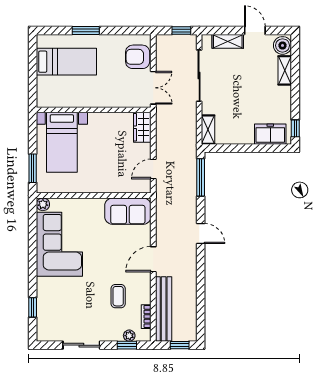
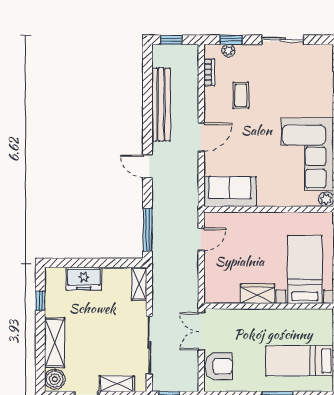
shelving: (285, 70) -> (55, 343), width x1.50, depth x1.33
wardrobe: (142, 127) -> (257, 294), moved, turned -90
window: (295, 128) -> (40, 301), moved
freezer: (270, 134) -> (84, 279), moved
bench: (164, 309) -> (161, 104), moved

